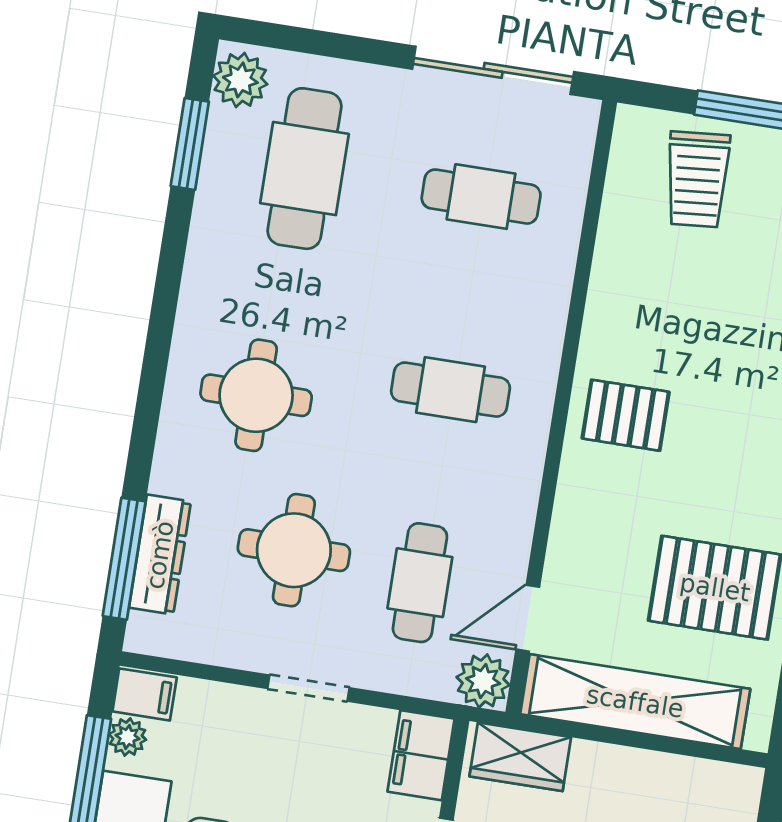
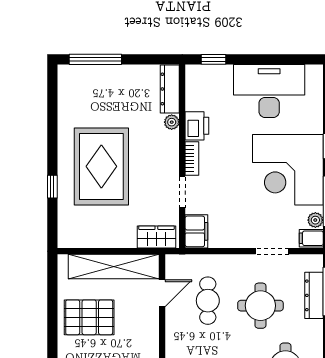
plant: (483, 681) -> (176, 265), removed
doorway: (308, 688) -> (272, 251), moved

